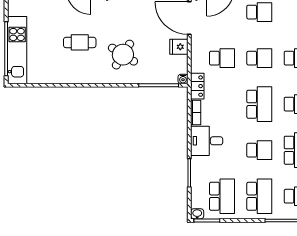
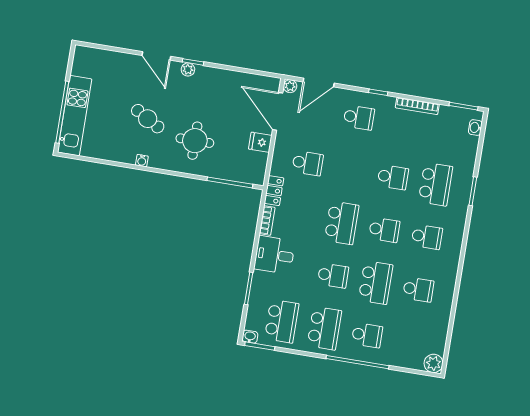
cafe table: (80, 42) -> (148, 119), turned 30
round table: (123, 55) -> (195, 141), turned -32
school desk: (259, 58) -> (350, 170), removed
water cooler: (183, 79) -> (142, 161), moved

